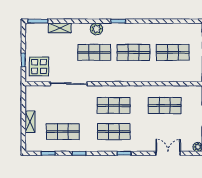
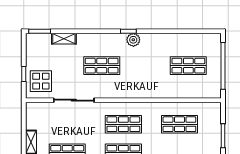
plant: (96, 29) -> (133, 40), moved
shop shelf: (133, 52) -> (145, 66), removed

